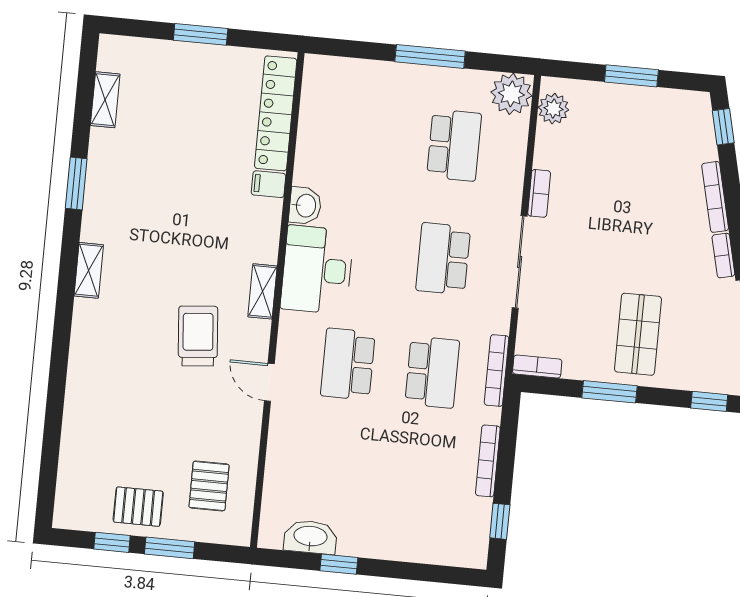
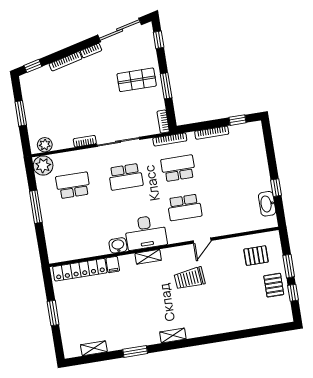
shelving: (263, 291) -> (148, 257), moved

